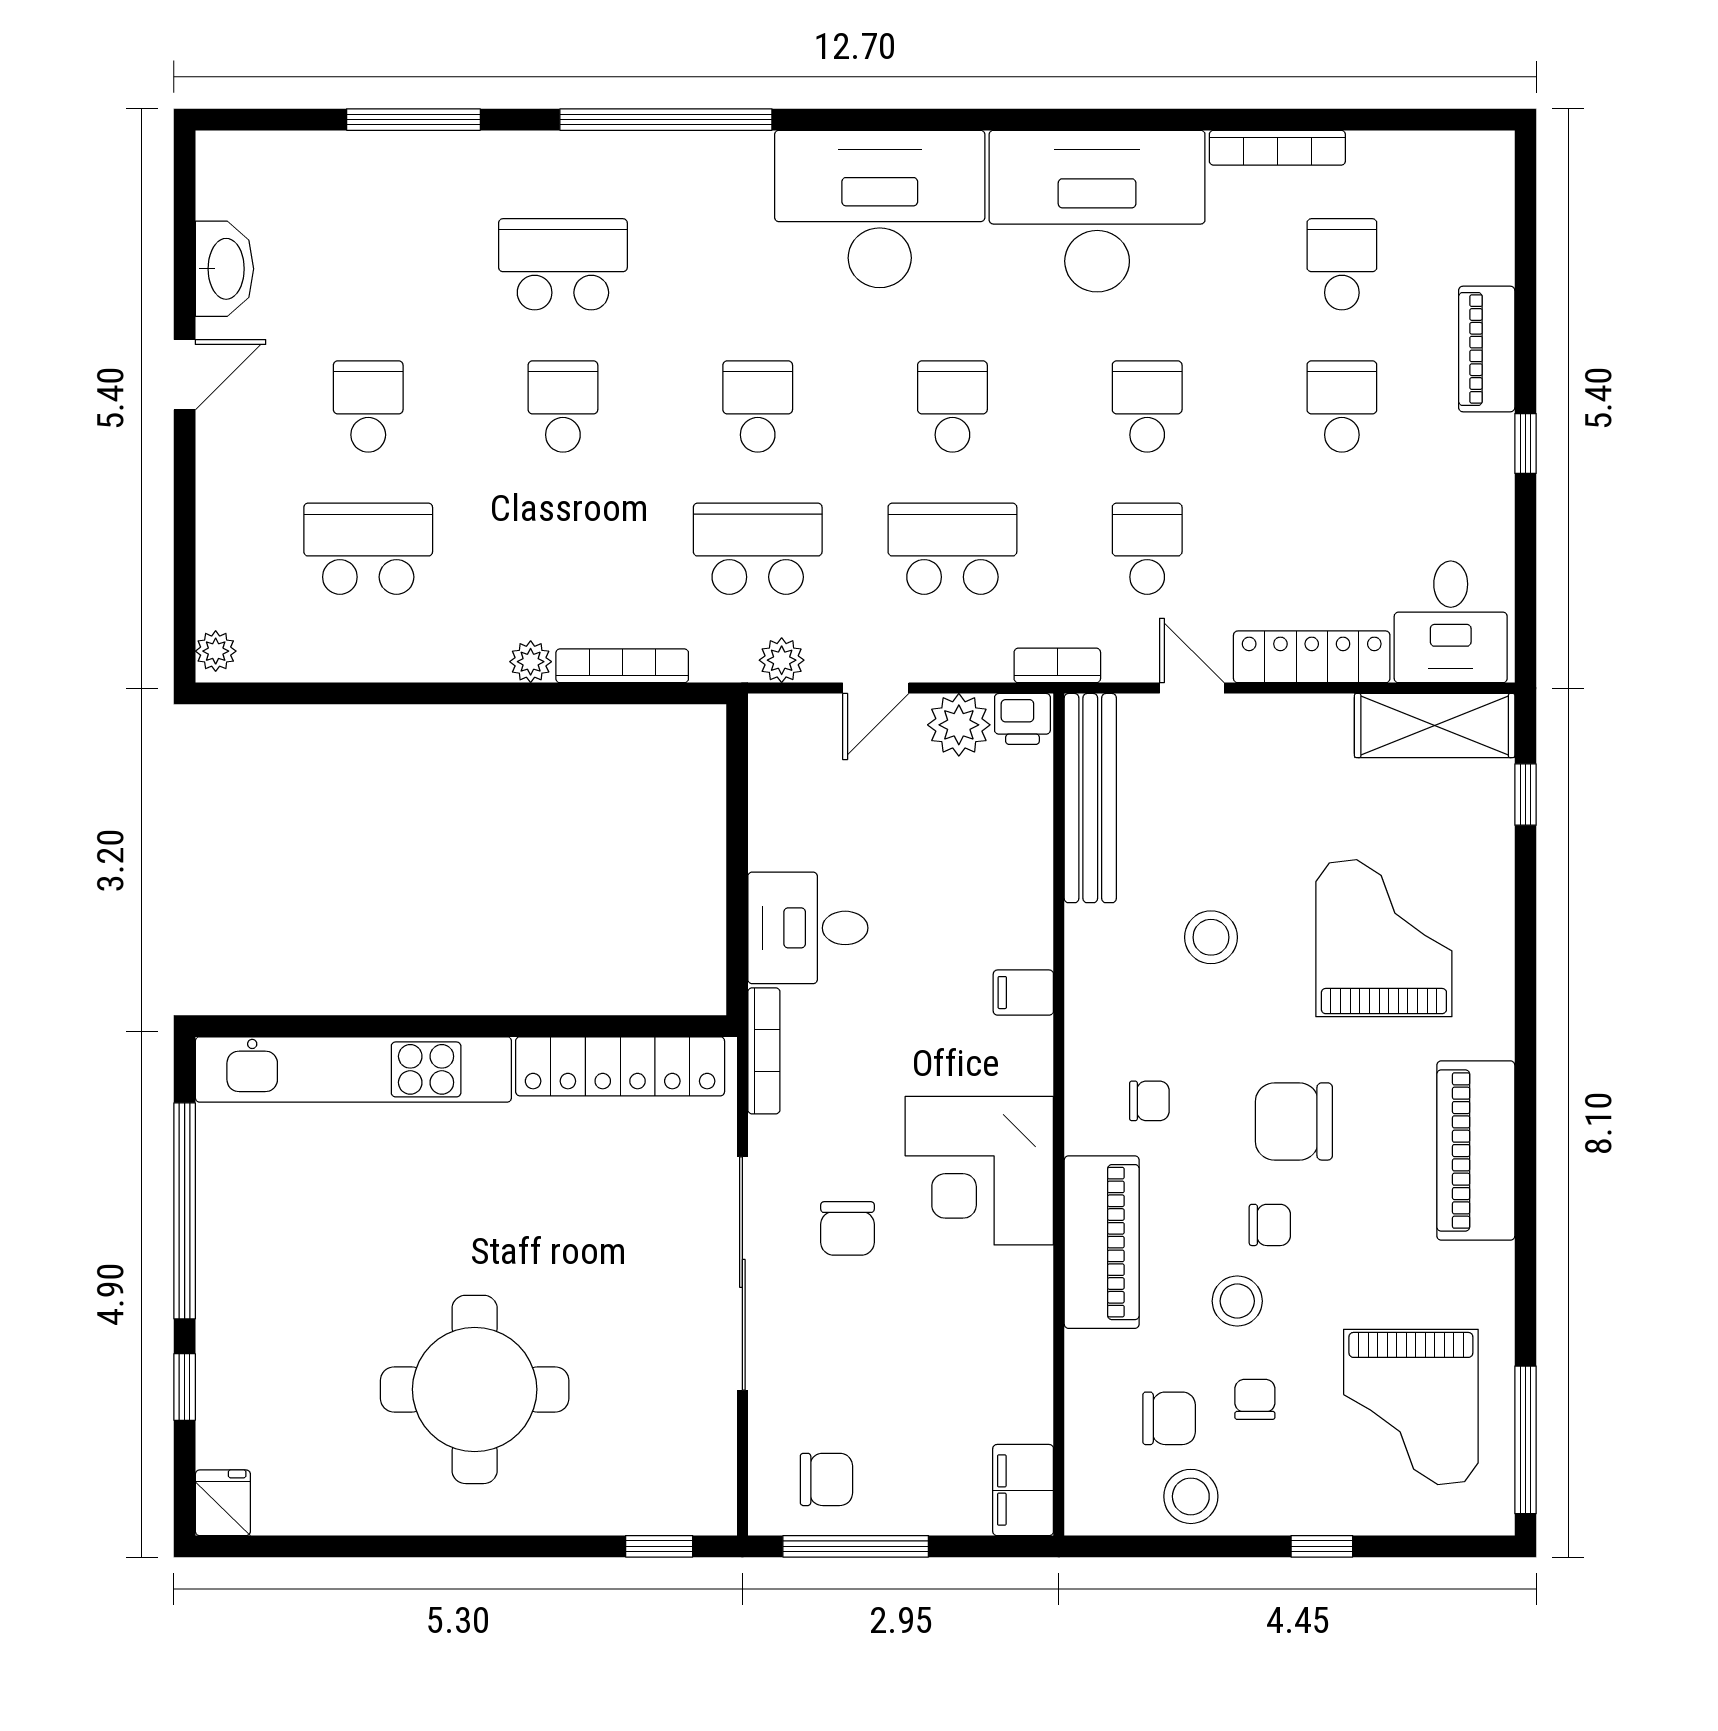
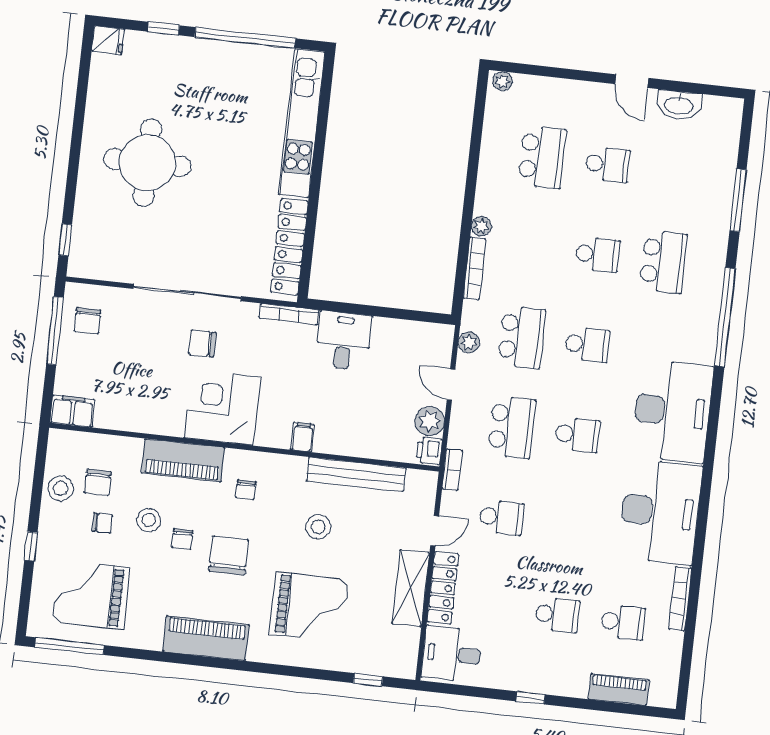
piano: (1487, 349) -> (619, 690), moved
school desk: (1147, 407) -> (567, 525), removed
shelving: (1435, 726) -> (411, 588), moved
bench: (1090, 798) -> (356, 474), moved

